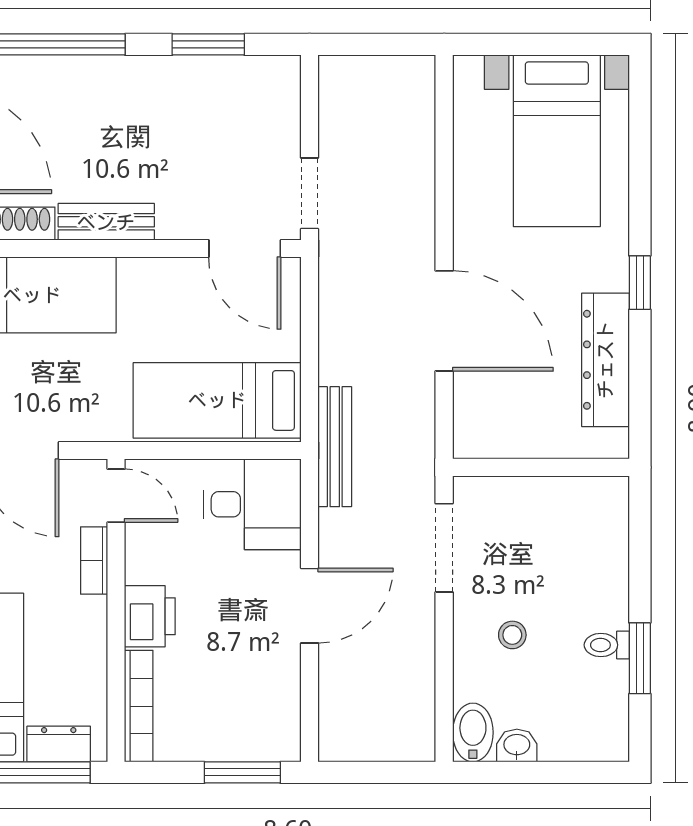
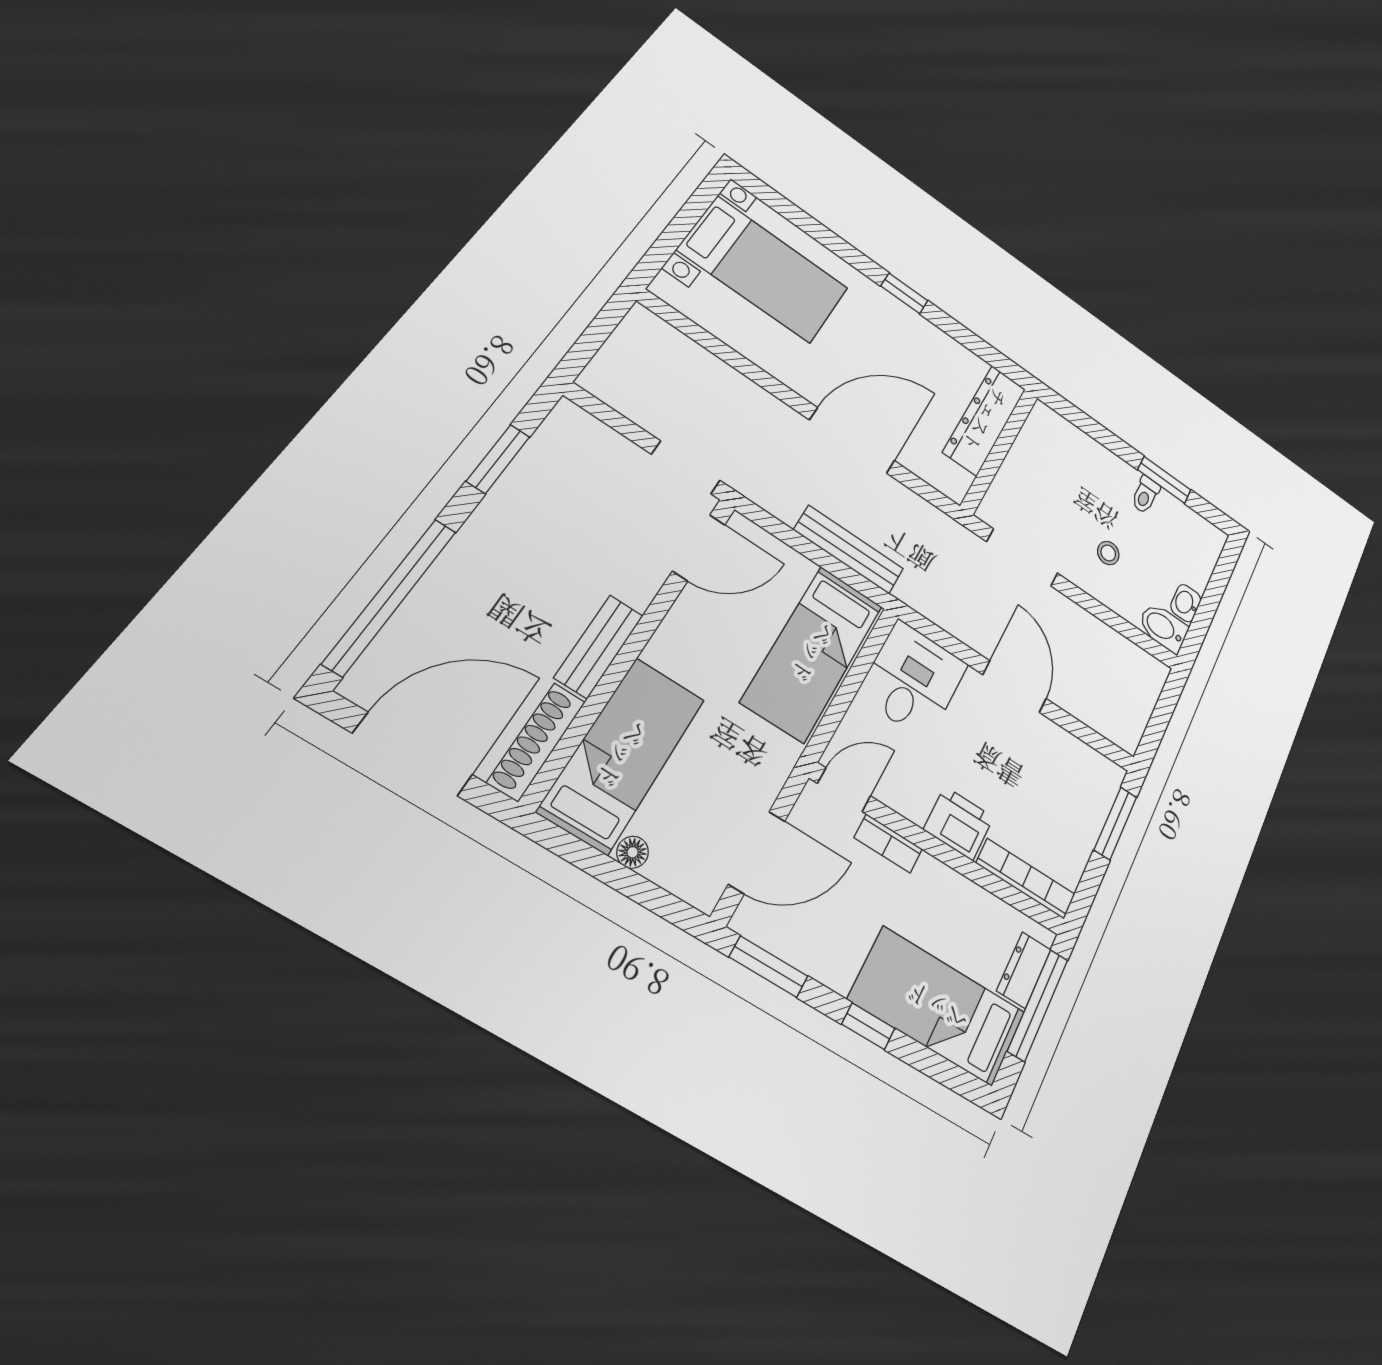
dresser: (605, 360) -> (985, 420), moved, turned 90
bench: (335, 447) -> (849, 549), moved

